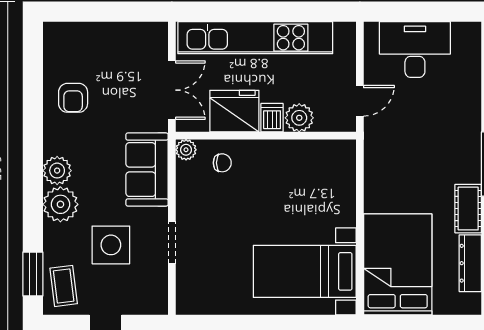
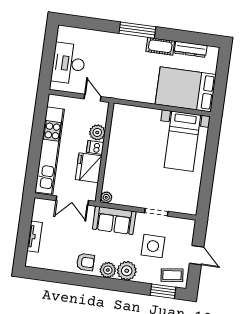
tv unit: (98, 32) -> (35, 237), added
double door: (172, 90) -> (72, 201), swing flipped
armchair: (73, 98) -> (85, 262), moved
chair: (222, 163) -> (116, 178), removed

